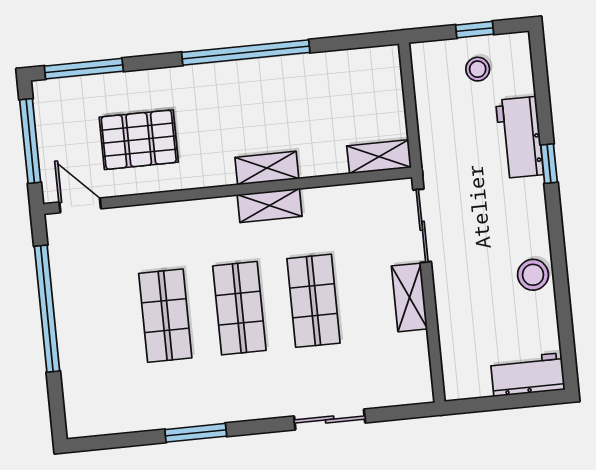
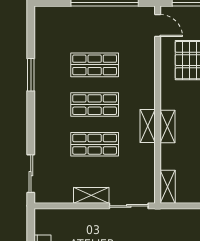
door: (80, 205) -> (158, 26), hinge flipped
sliding door: (330, 419) -> (31, 174), moved

